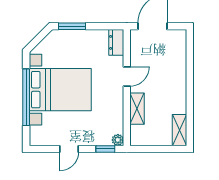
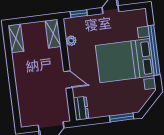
door: (127, 76) -> (68, 80), swing flipped
shelving: (137, 109) -> (53, 34), moved
plant: (118, 140) -> (71, 41), moved

